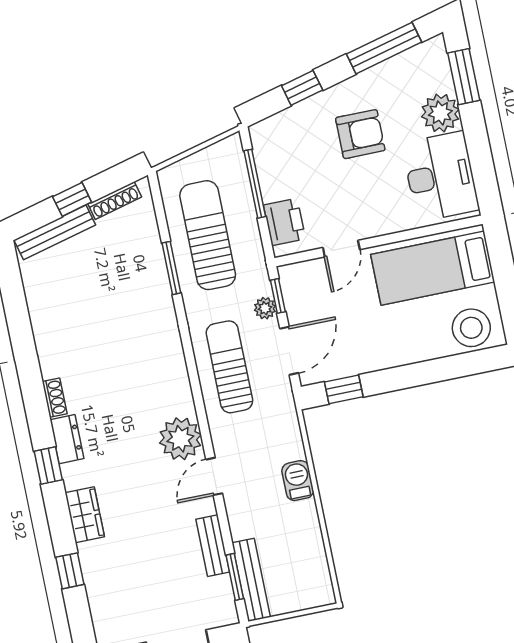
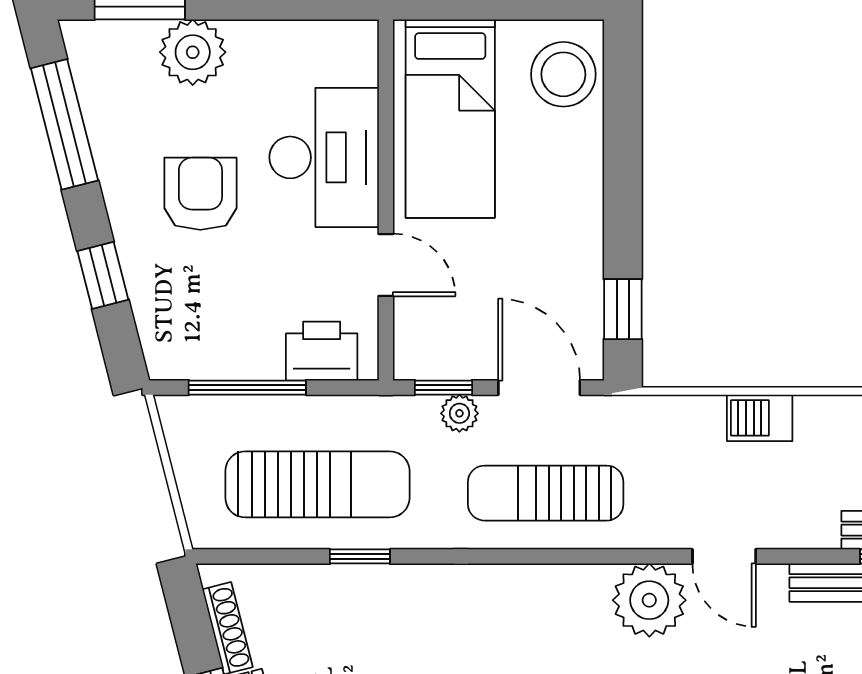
desk: (440, 176) -> (324, 157), moved, turned 90
sun lounger: (208, 235) -> (317, 484), turned 180
window: (171, 268) -> (360, 556), width x0.67

